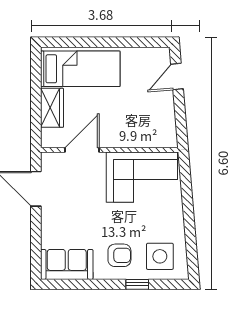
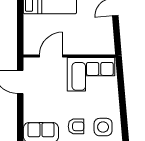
wardrobe: (52, 108) -> (31, 28), removed

